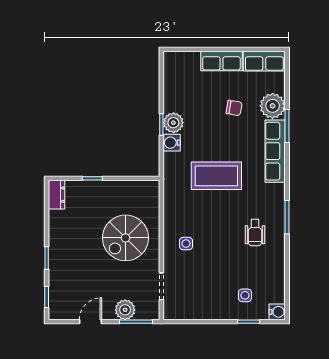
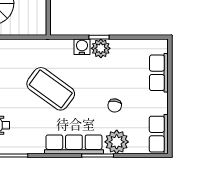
row of seats: (221, 61) -> (159, 73), moved
coffee table: (216, 176) -> (51, 89), turned -54

